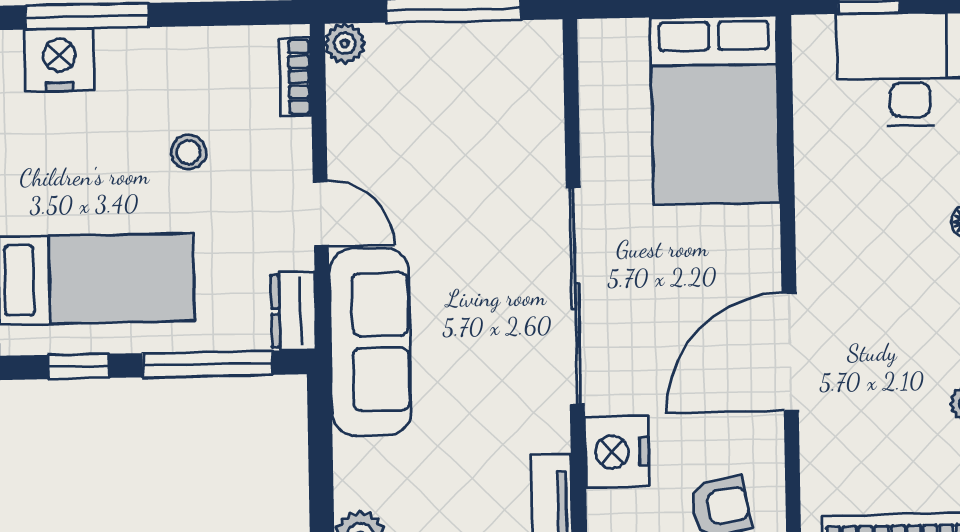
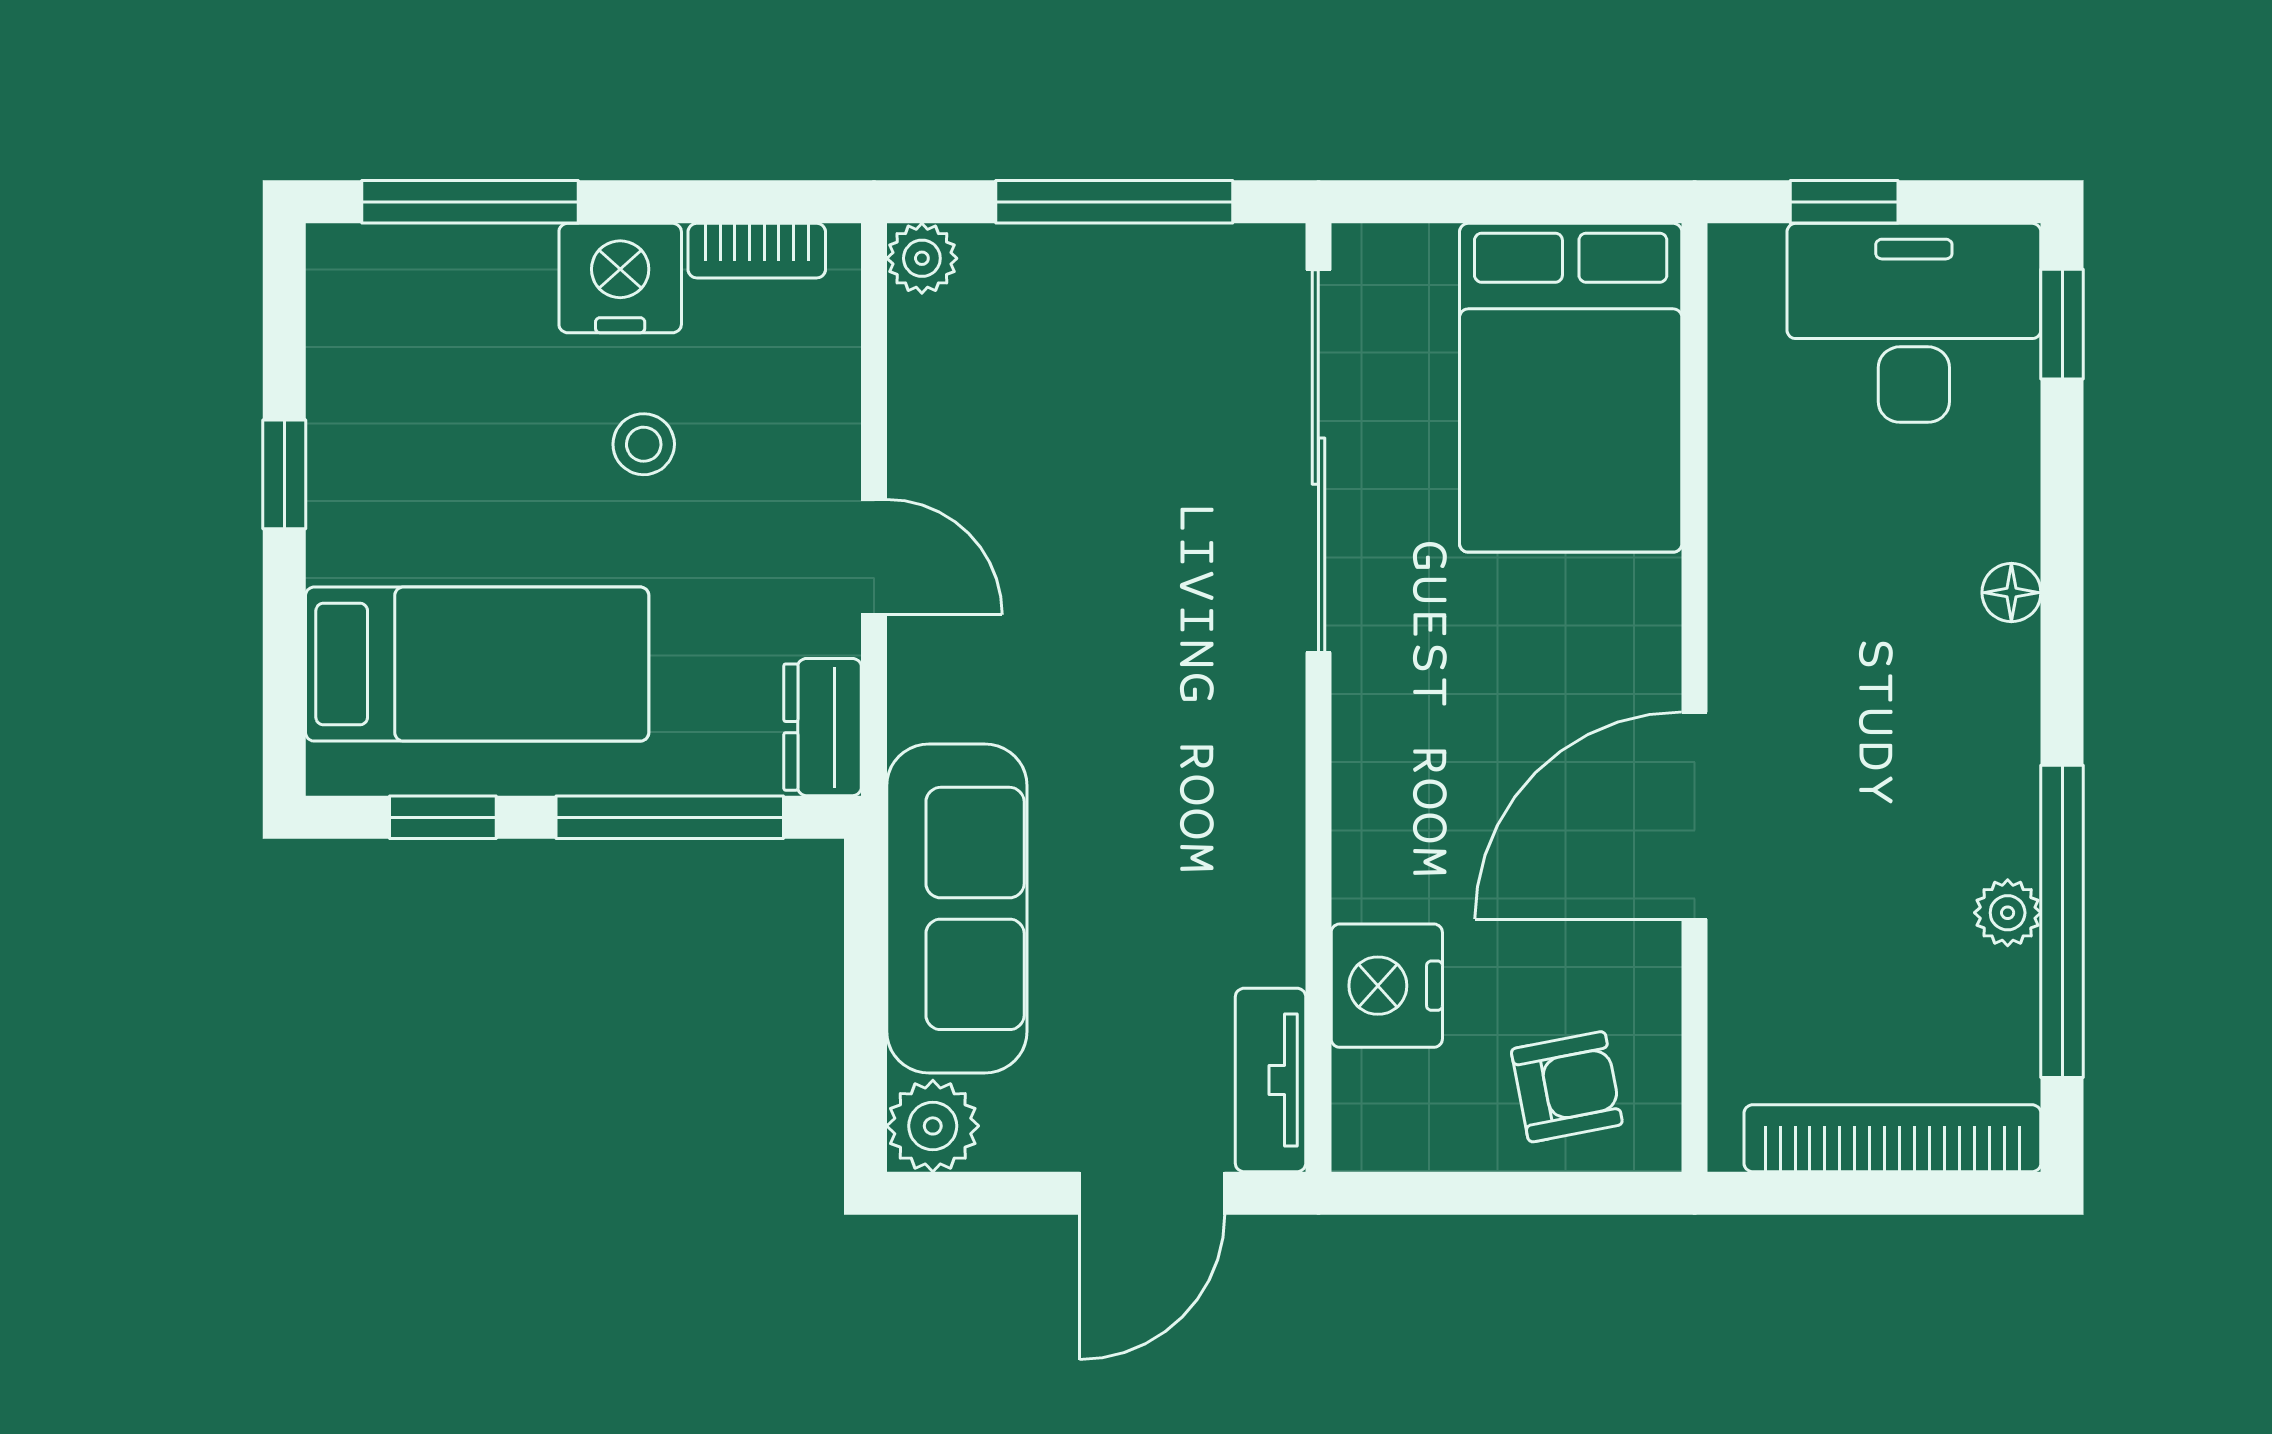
nightstand: (59, 60) -> (620, 278), moved
bookcase: (295, 77) -> (757, 251), moved, turned -90
sliding door: (575, 296) -> (1318, 461), moved
sofa: (370, 342) -> (957, 908), moved

